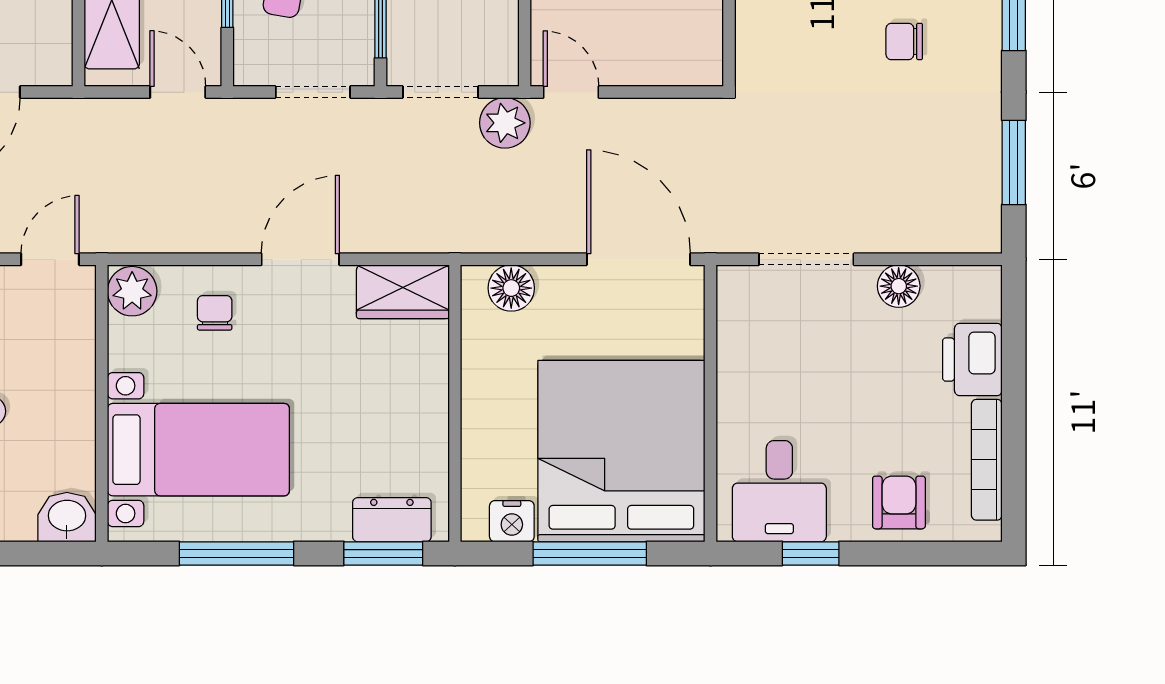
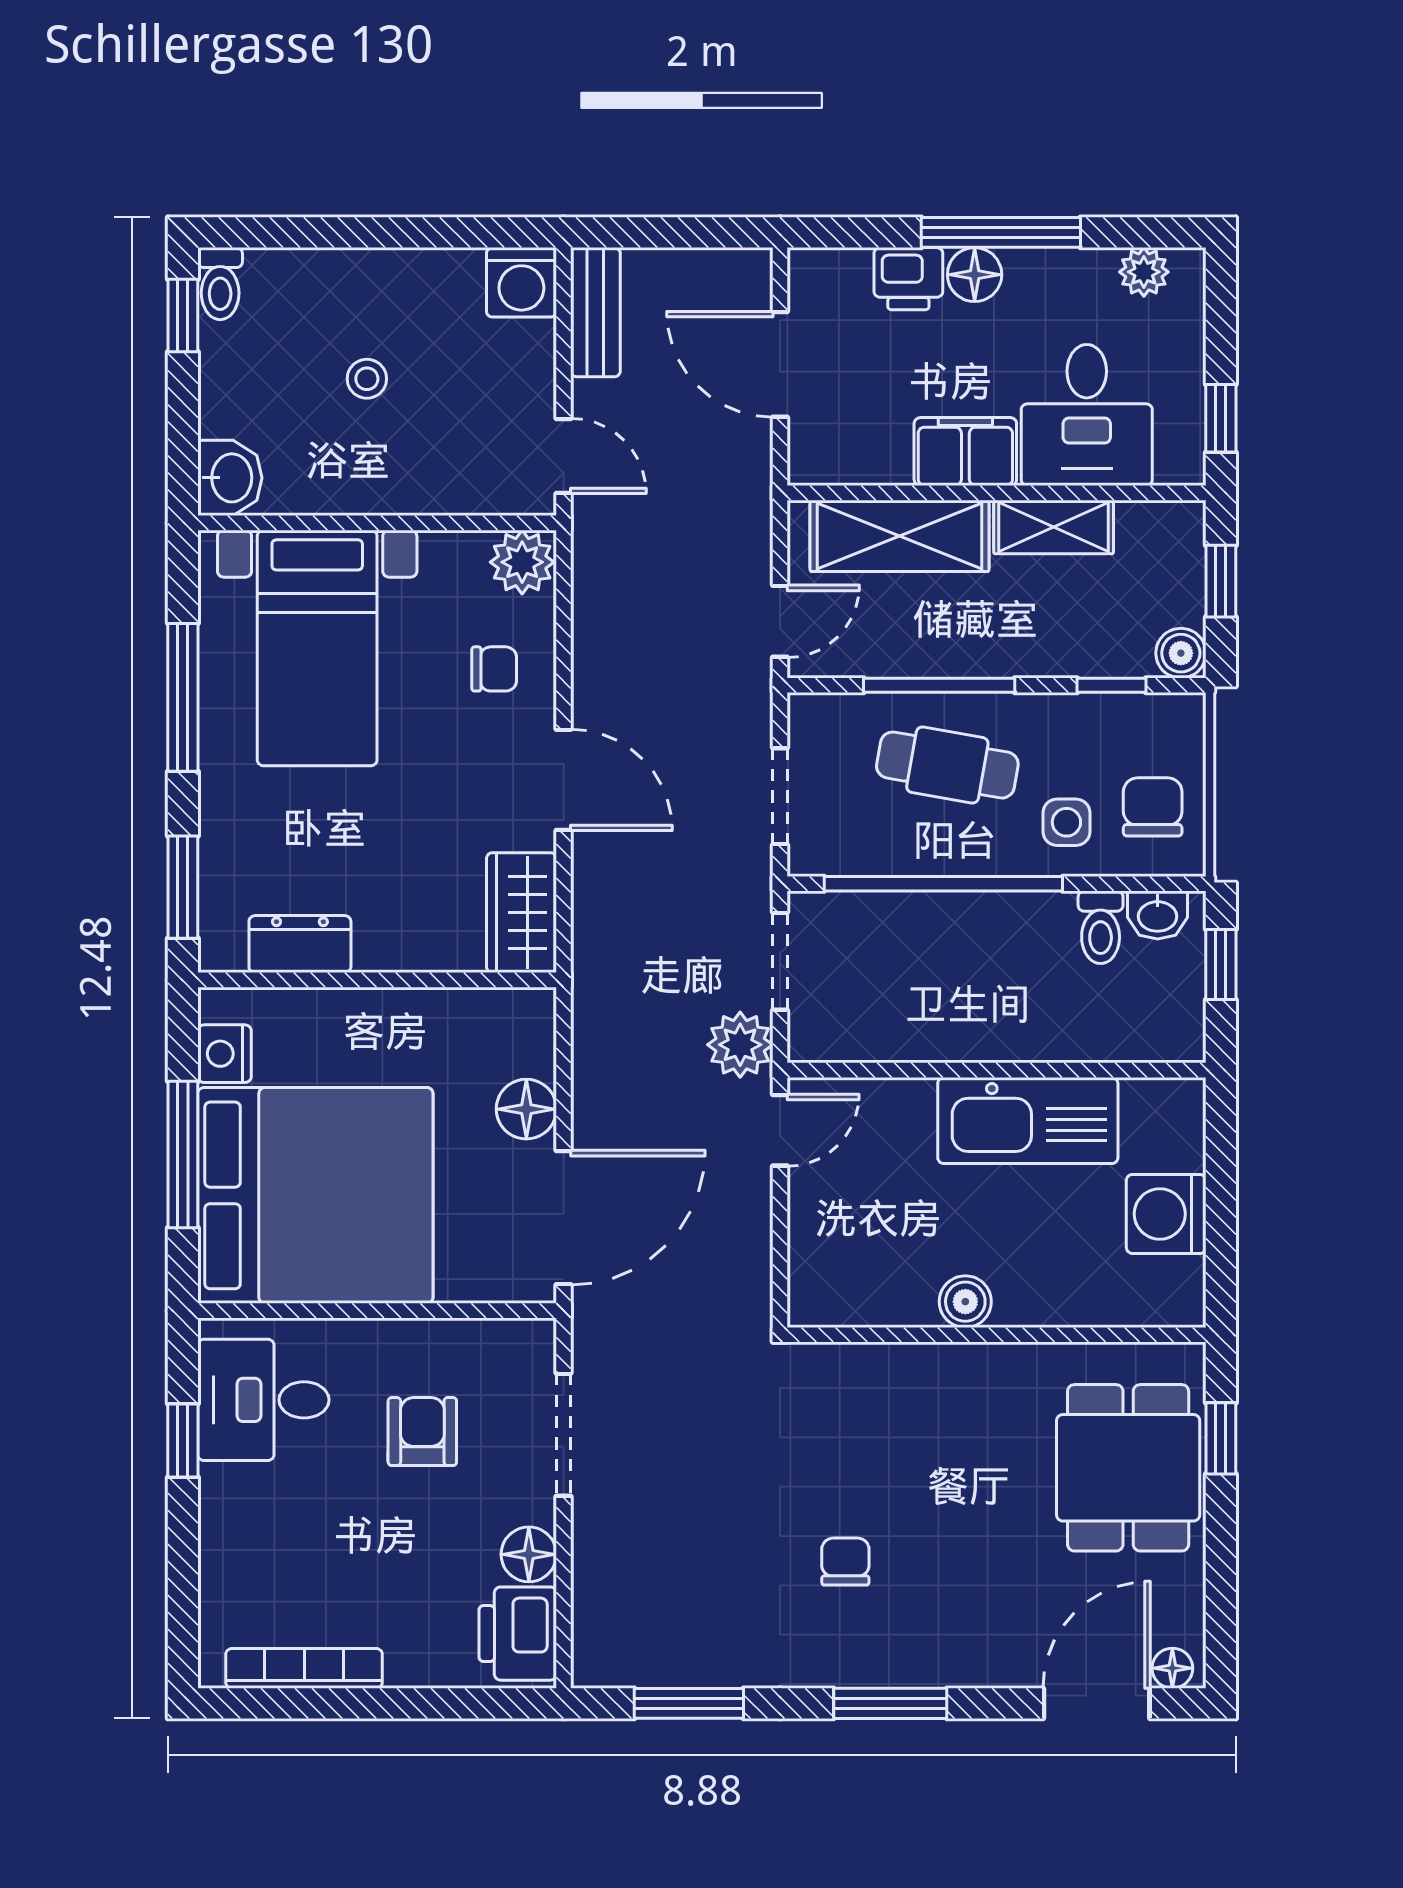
floor lamp: (511, 288) -> (526, 1109), moved
printer: (972, 360) -> (518, 1634), moved, turned -90
armchair: (899, 502) -> (422, 1432), moved, turned -90
dresser: (392, 520) -> (300, 944), moved, turned -90

